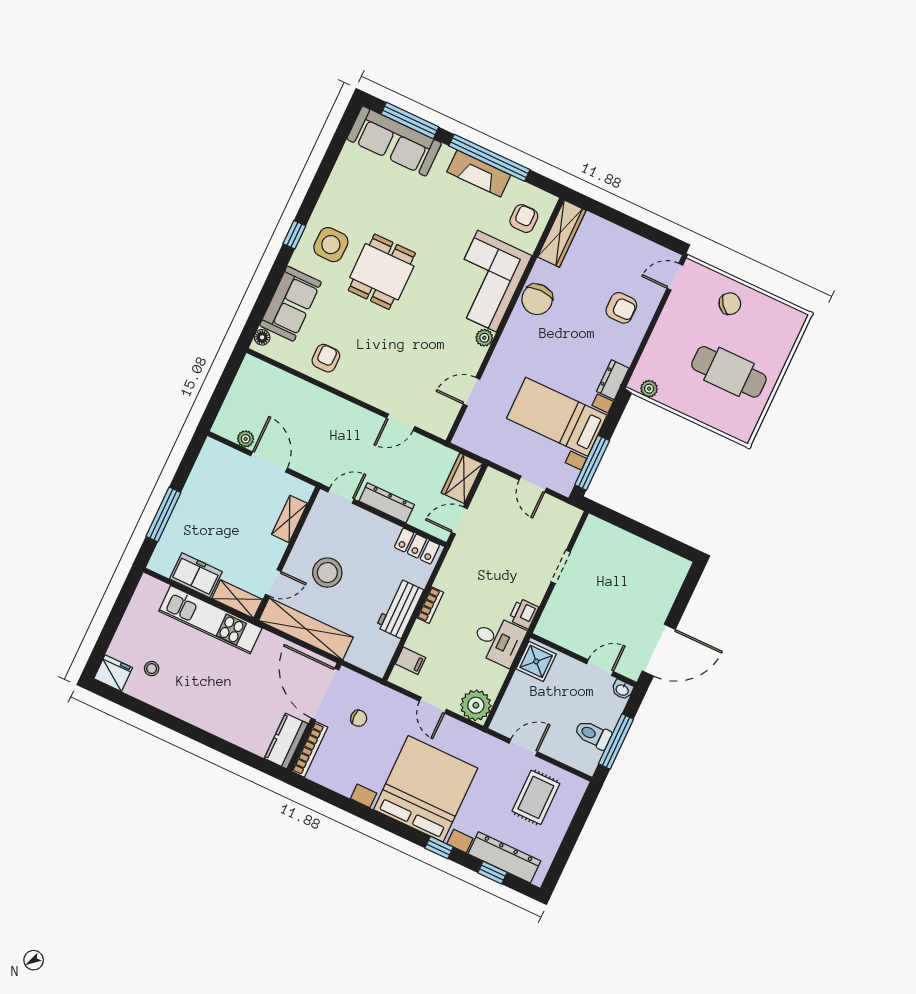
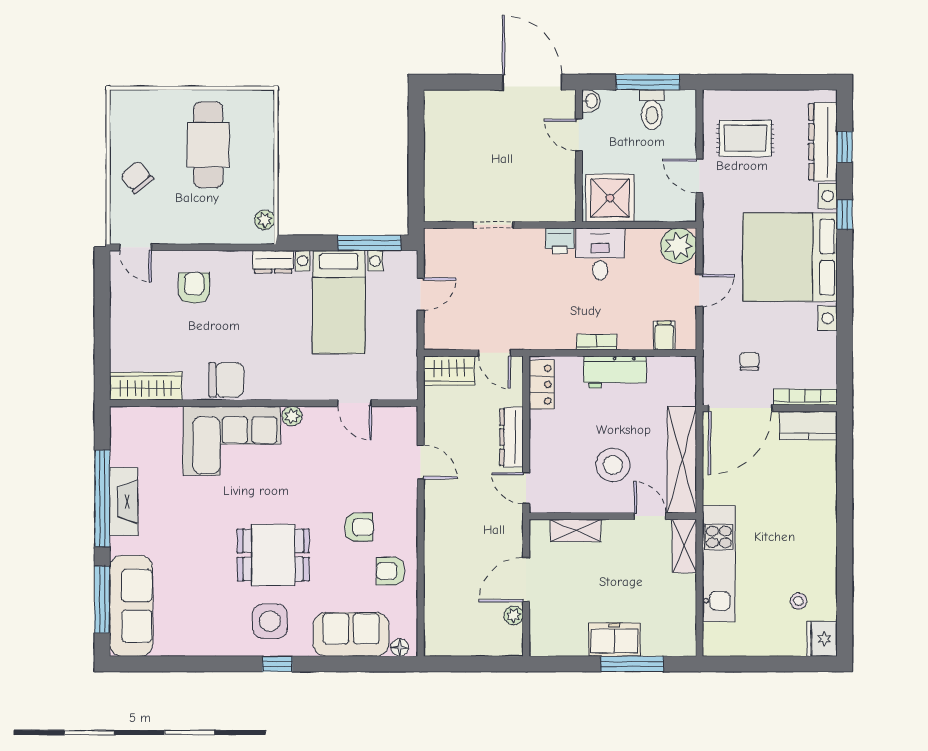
armchair: (524, 219) -> (359, 527), moved, turned 180
freezer: (196, 575) -> (614, 640), moved, turned 90
shower: (536, 661) -> (610, 198), width x1.36, depth x1.36

